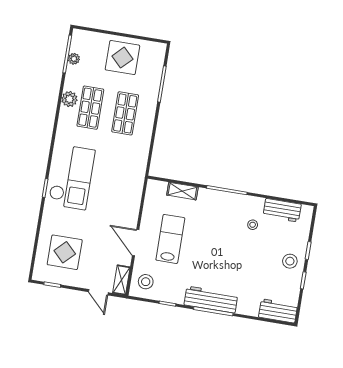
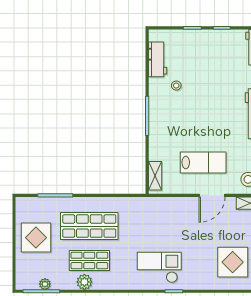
shop shelf: (125, 113) -> (89, 226), width x1.43, depth x1.36
checkout: (72, 177) -> (159, 267), width x0.73, depth x0.83
shelving: (182, 191) -> (155, 176), moved
lab bench: (170, 239) -> (203, 162), turned 180
stool: (290, 261) -> (205, 44), removed

